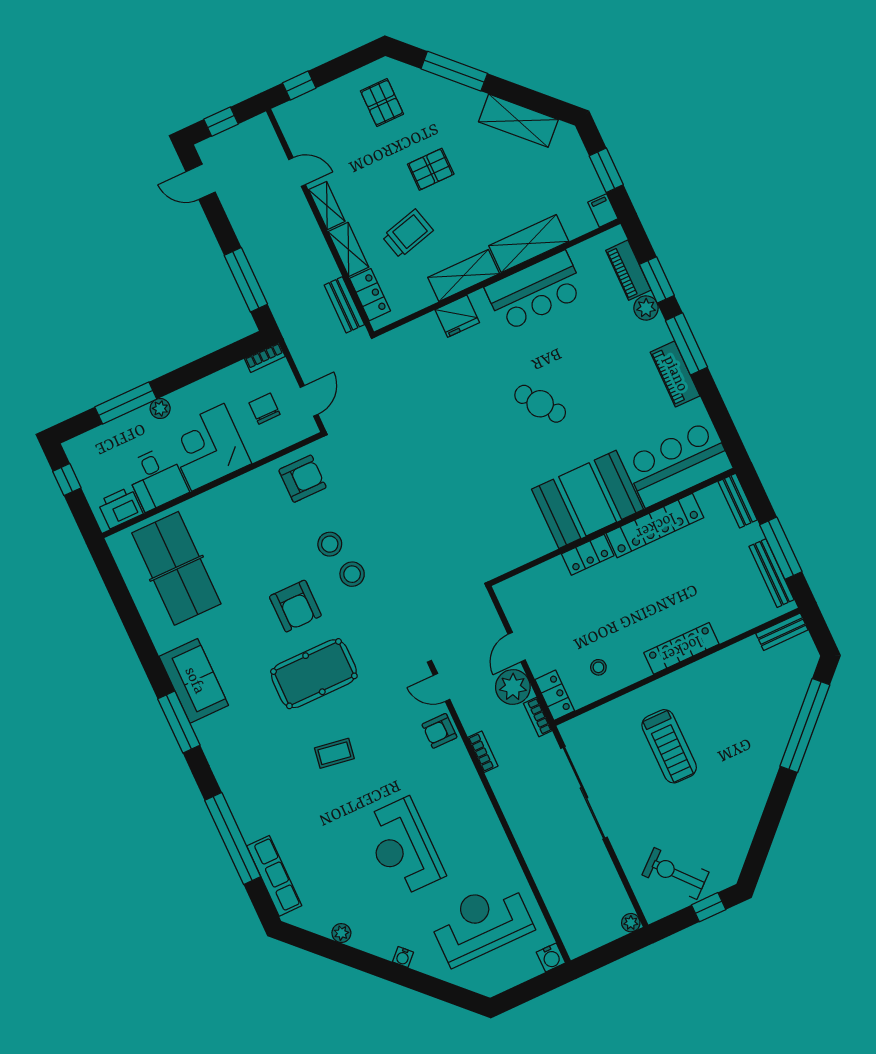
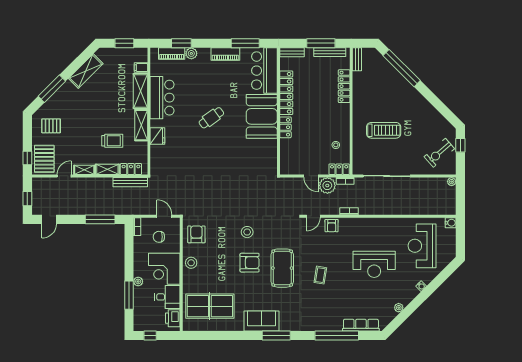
pallet: (431, 169) -> (44, 159), moved, width x1.50, depth x1.42
filing cabinet: (603, 210) -> (141, 68), moved
trolley: (408, 233) -> (112, 141), turned 105
bench: (344, 305) -> (130, 182), width x1.36
window: (686, 344) -> (245, 43), moved
stool: (330, 544) -> (191, 263), moved
locker: (681, 648) -> (344, 86), moved

